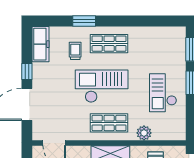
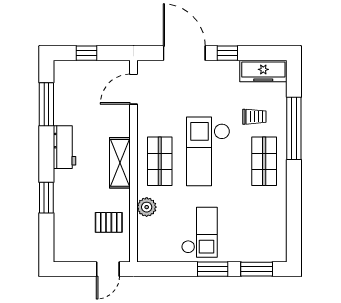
window: (84, 21) -> (294, 128), width x2.11
checkout: (102, 86) -> (208, 151), turned 180
checkout: (163, 93) -> (199, 232), turned 90

